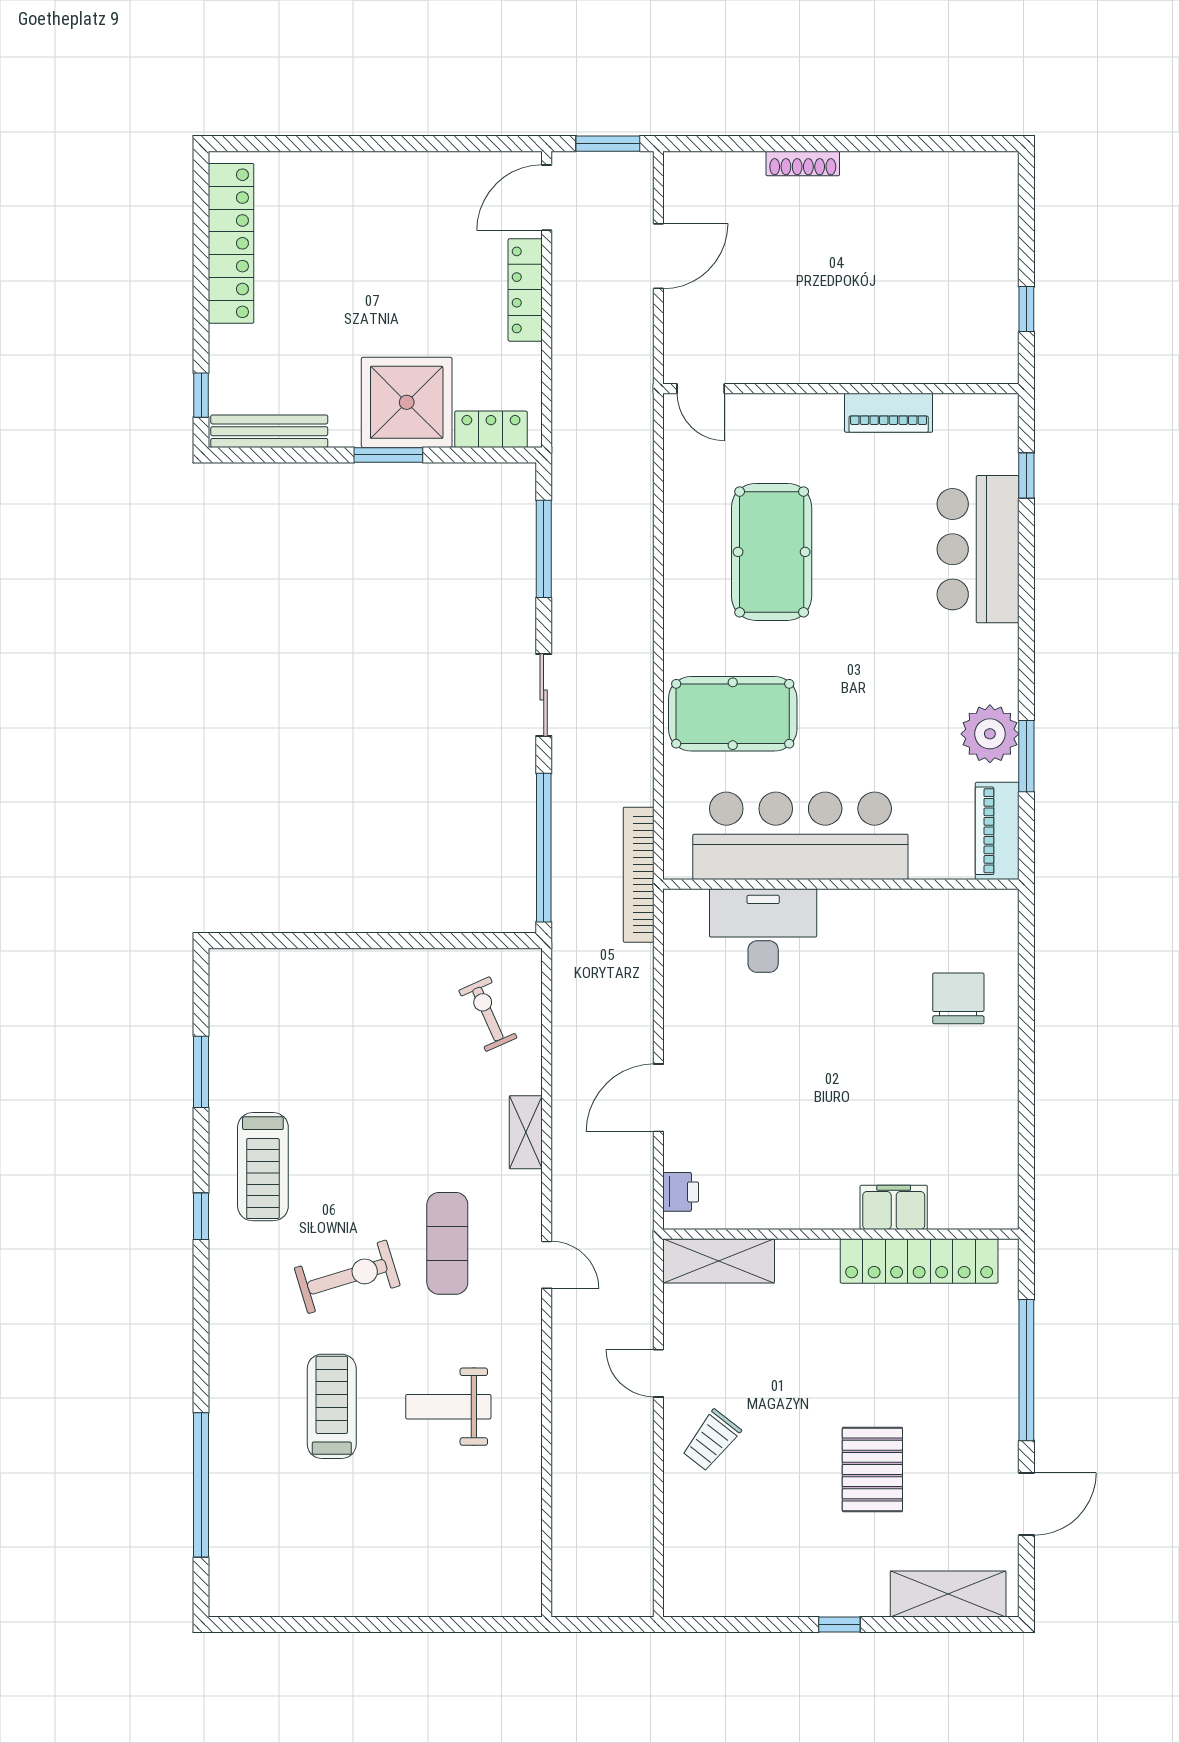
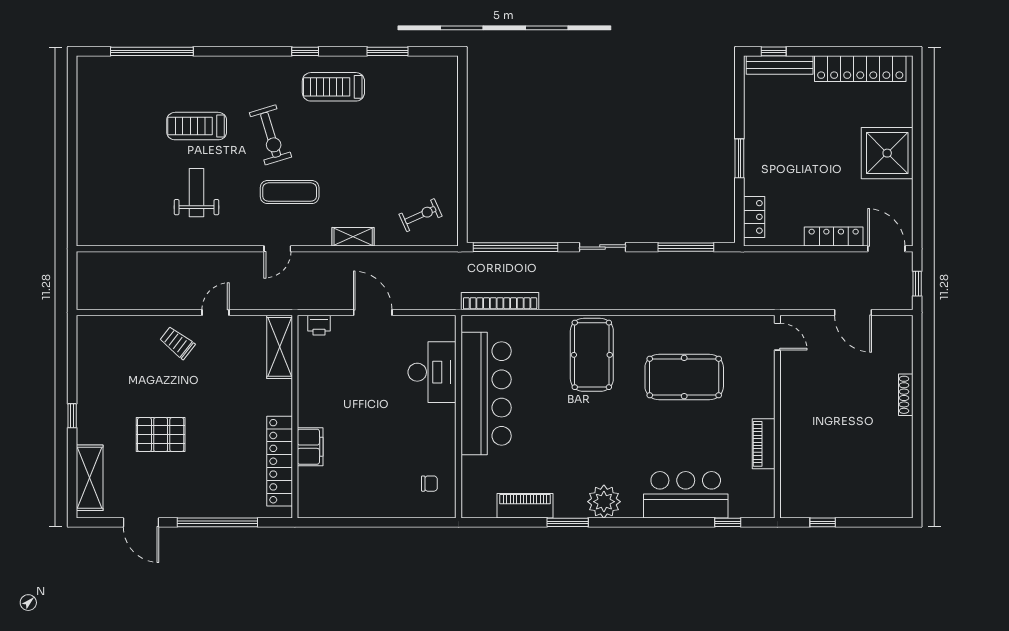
window: (608, 144) -> (917, 284), width x0.67
door: (701, 389) -> (777, 337), swing flipped
shower: (407, 402) -> (887, 153), moved
bench: (269, 431) -> (780, 65), moved, turned 90
plant: (990, 734) -> (604, 502), moved
bar counter: (800, 836) -> (486, 393), moved
wall: (841, 884) -> (459, 417), moved
desk: (763, 931) -> (432, 372), moved
chair: (958, 998) -> (429, 484), width x0.54, depth x0.54
treadmill: (332, 1406) -> (197, 126), turned 180

